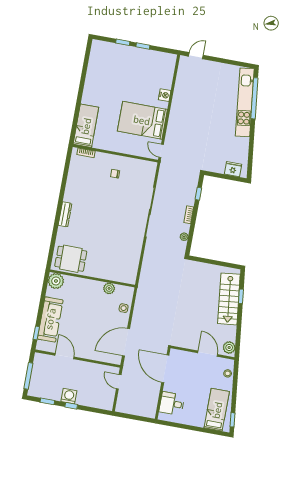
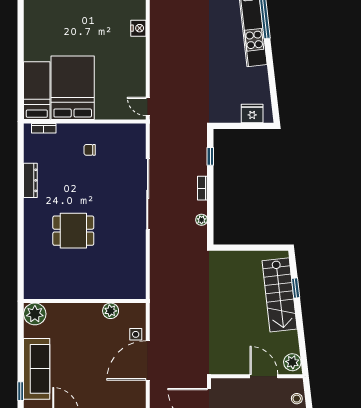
bed: (142, 120) -> (73, 88), moved, turned 90
dresser: (65, 214) -> (30, 180), moved
dining table: (71, 259) -> (73, 231), moved
door: (126, 342) -> (148, 360), moved

